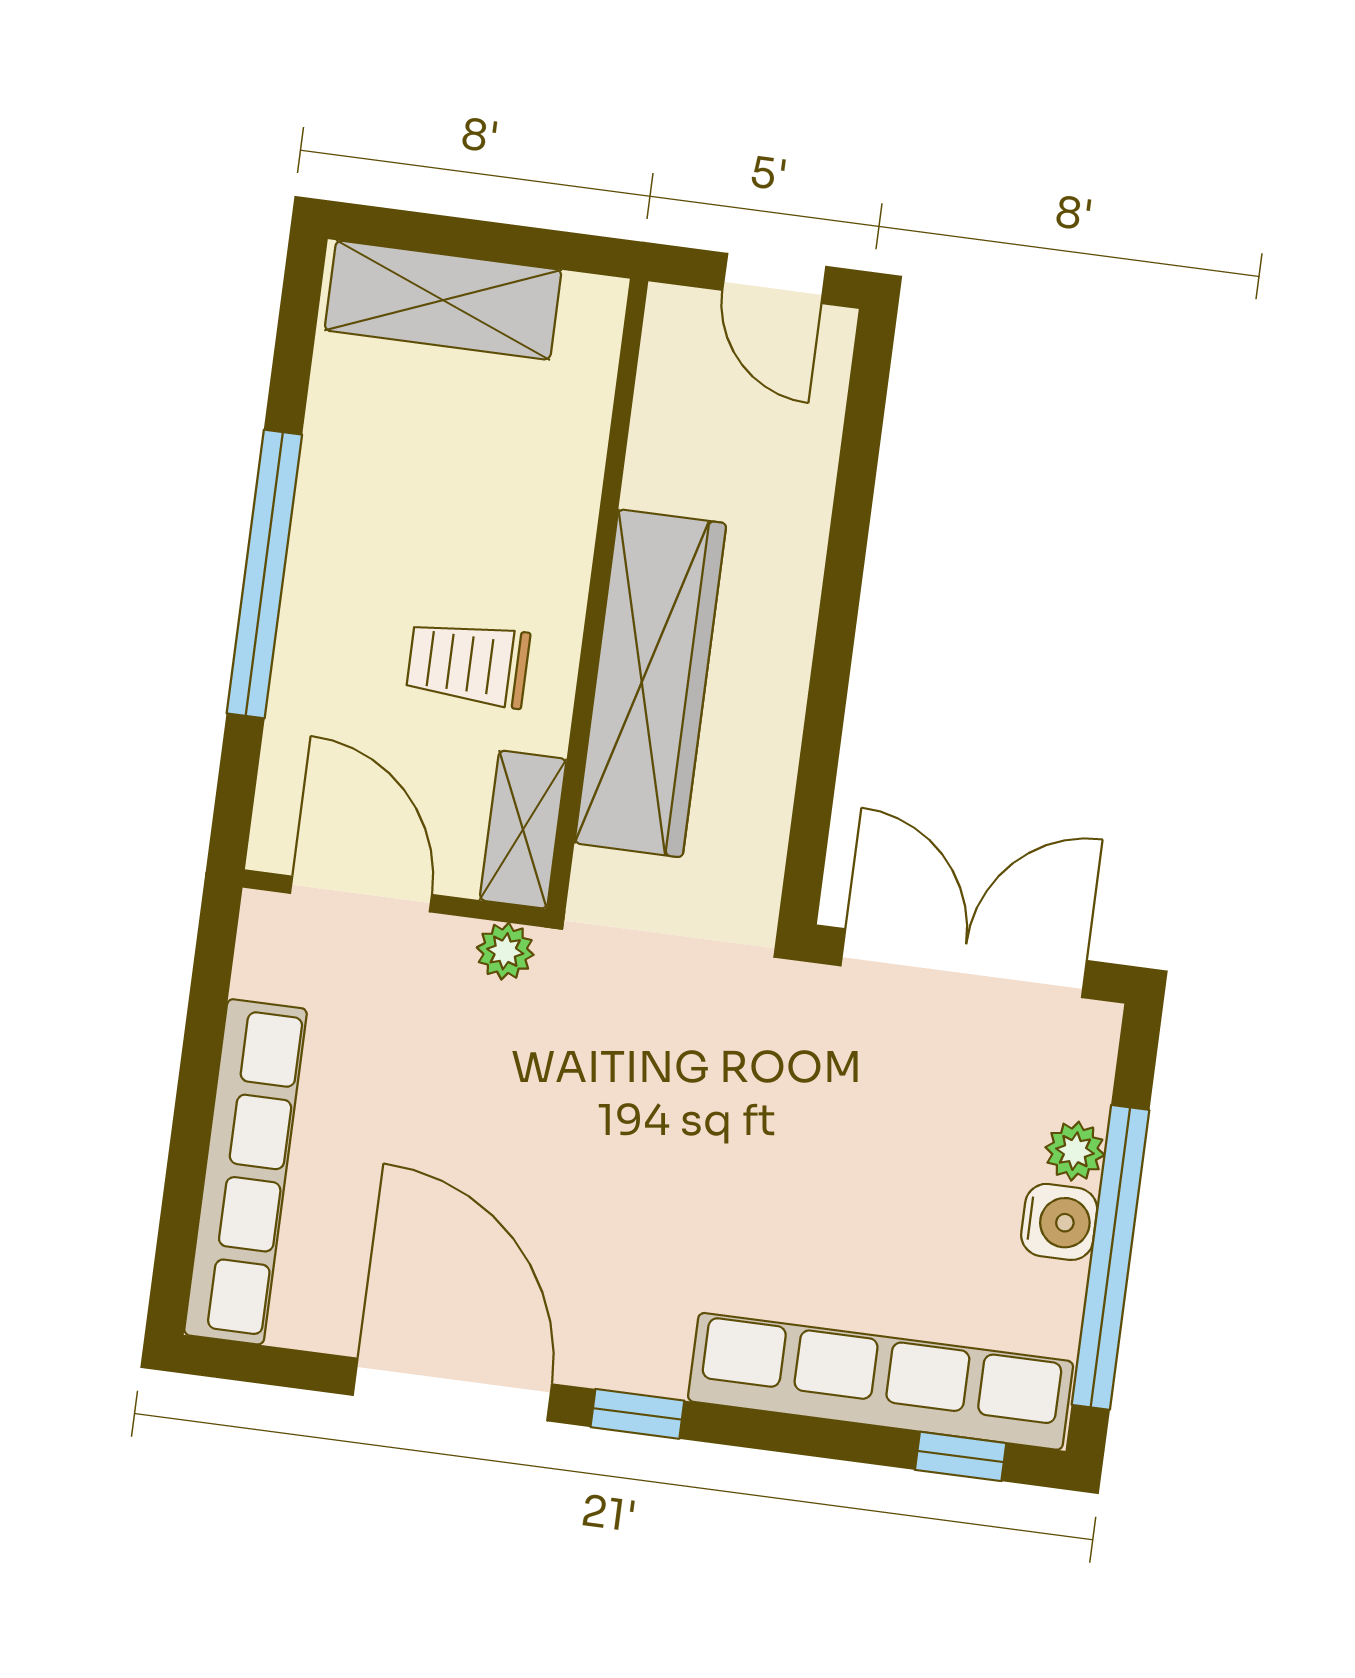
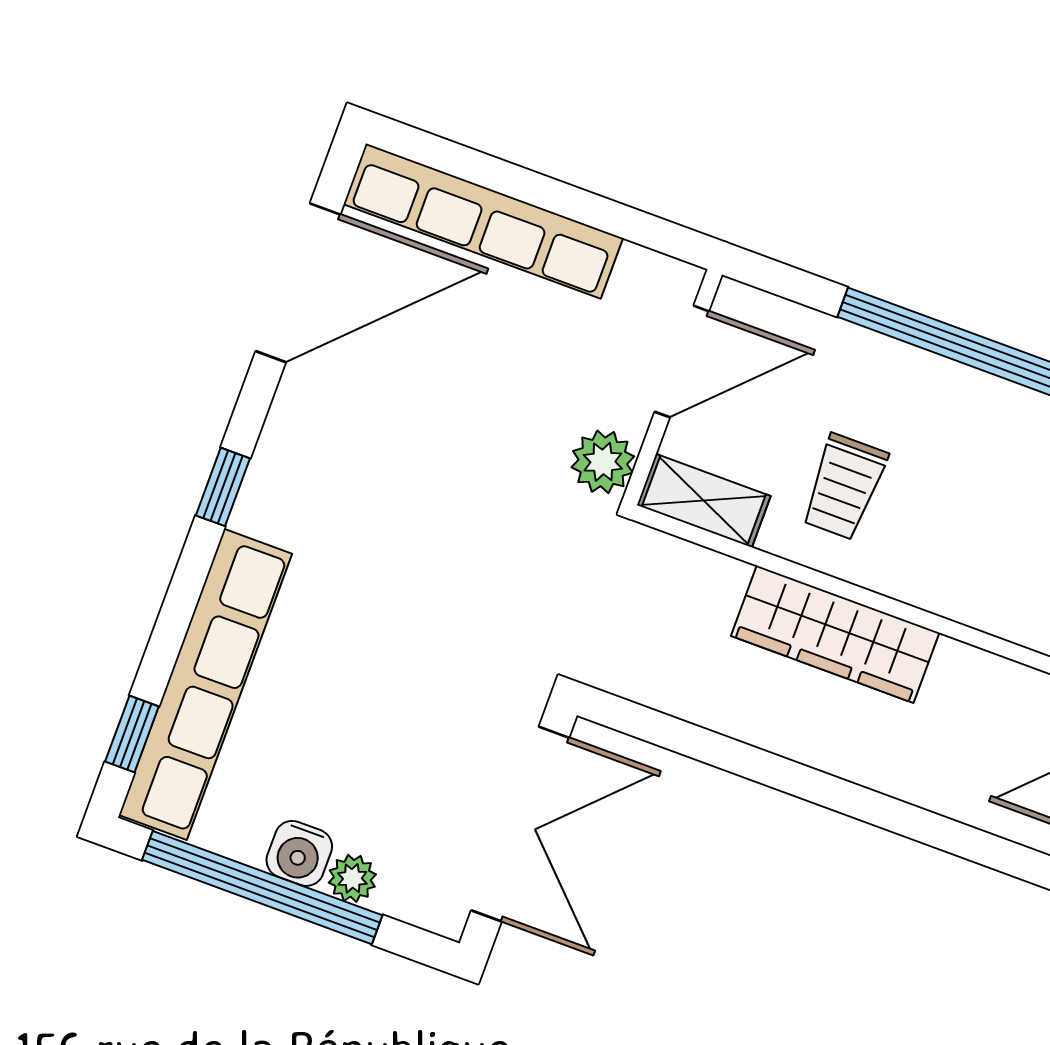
trolley: (468, 664) -> (844, 487), turned 180
wardrobe: (650, 683) -> (835, 634), width x0.71, depth x0.85
plant: (505, 951) -> (603, 462), width x1.38, depth x1.38
door: (452, 1390) -> (298, 283), moved

